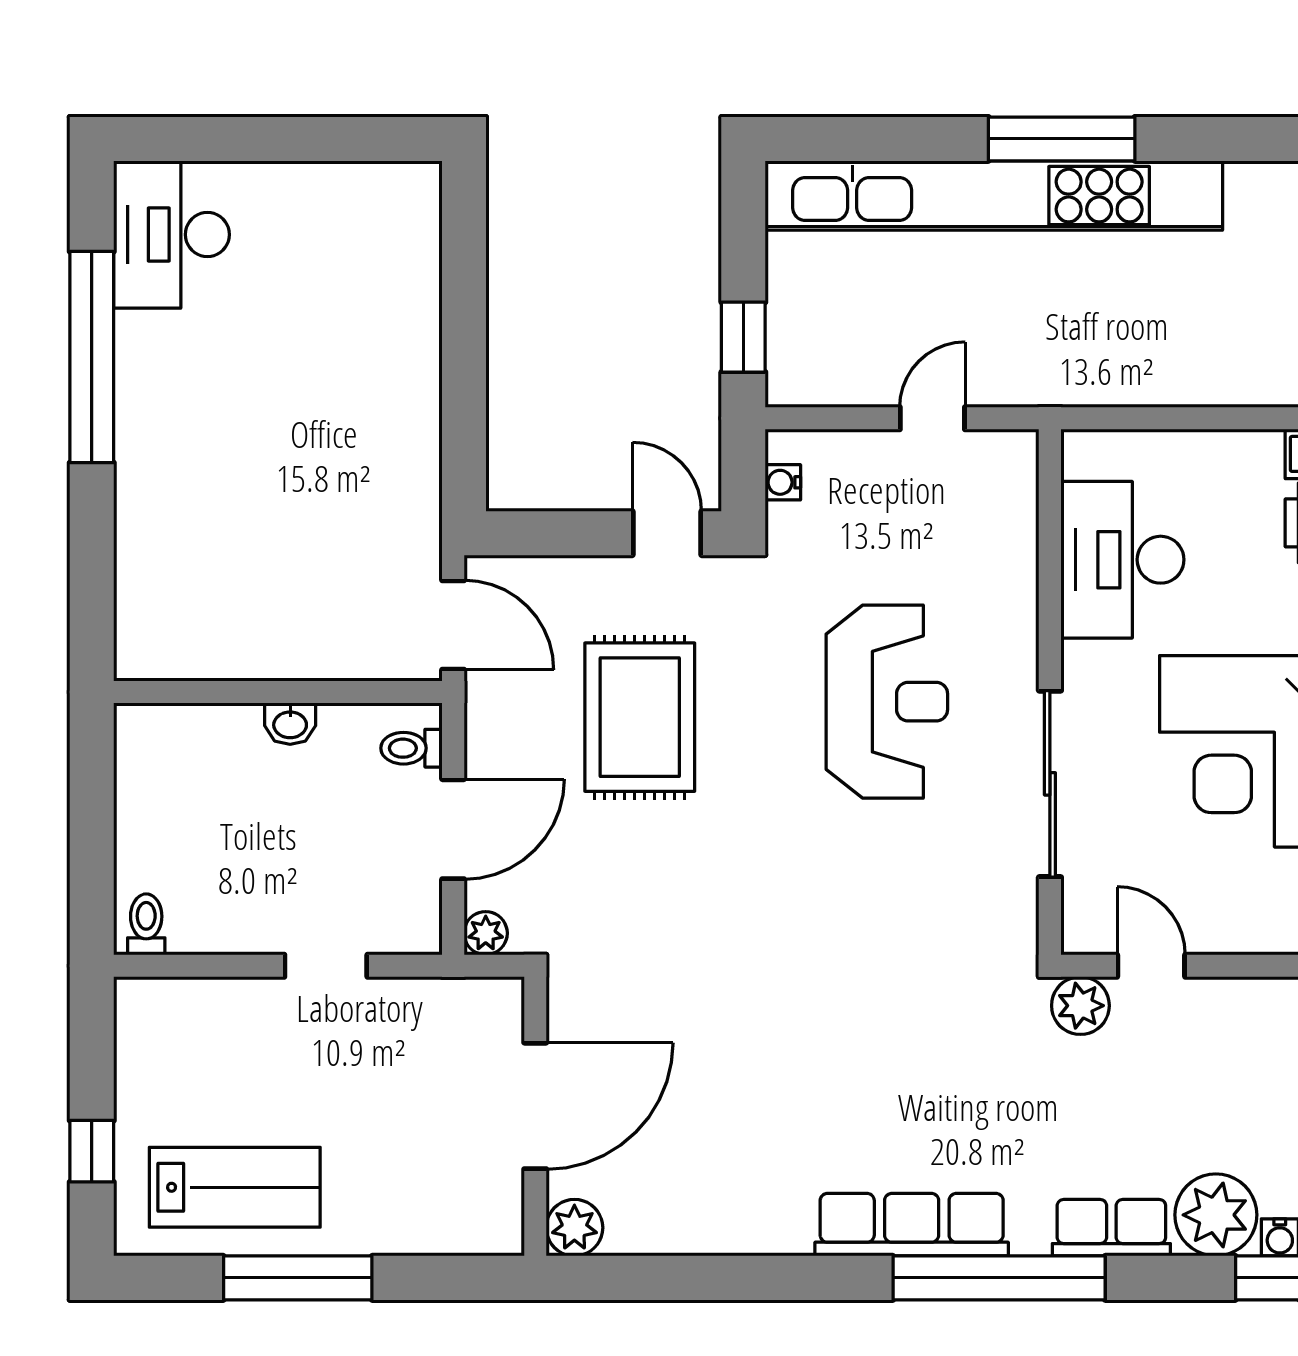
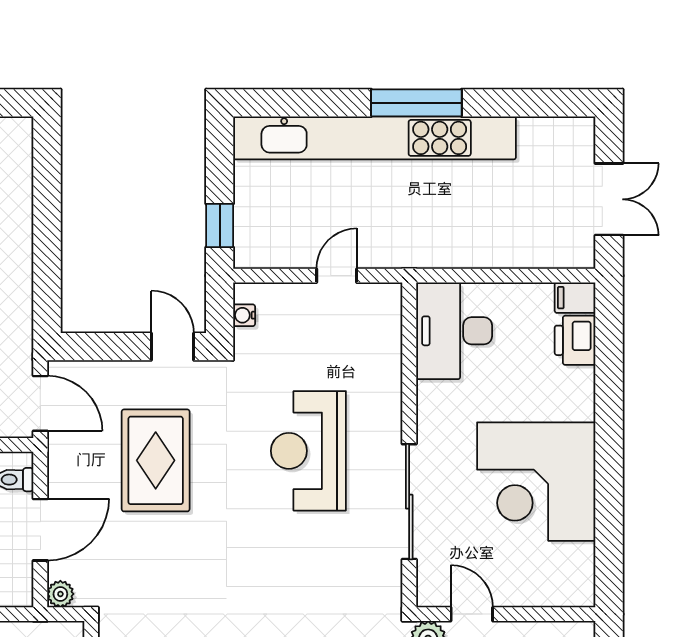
desk: (1122, 560) -> (454, 331), moved
reception desk: (887, 702) -> (308, 451), turned 180

